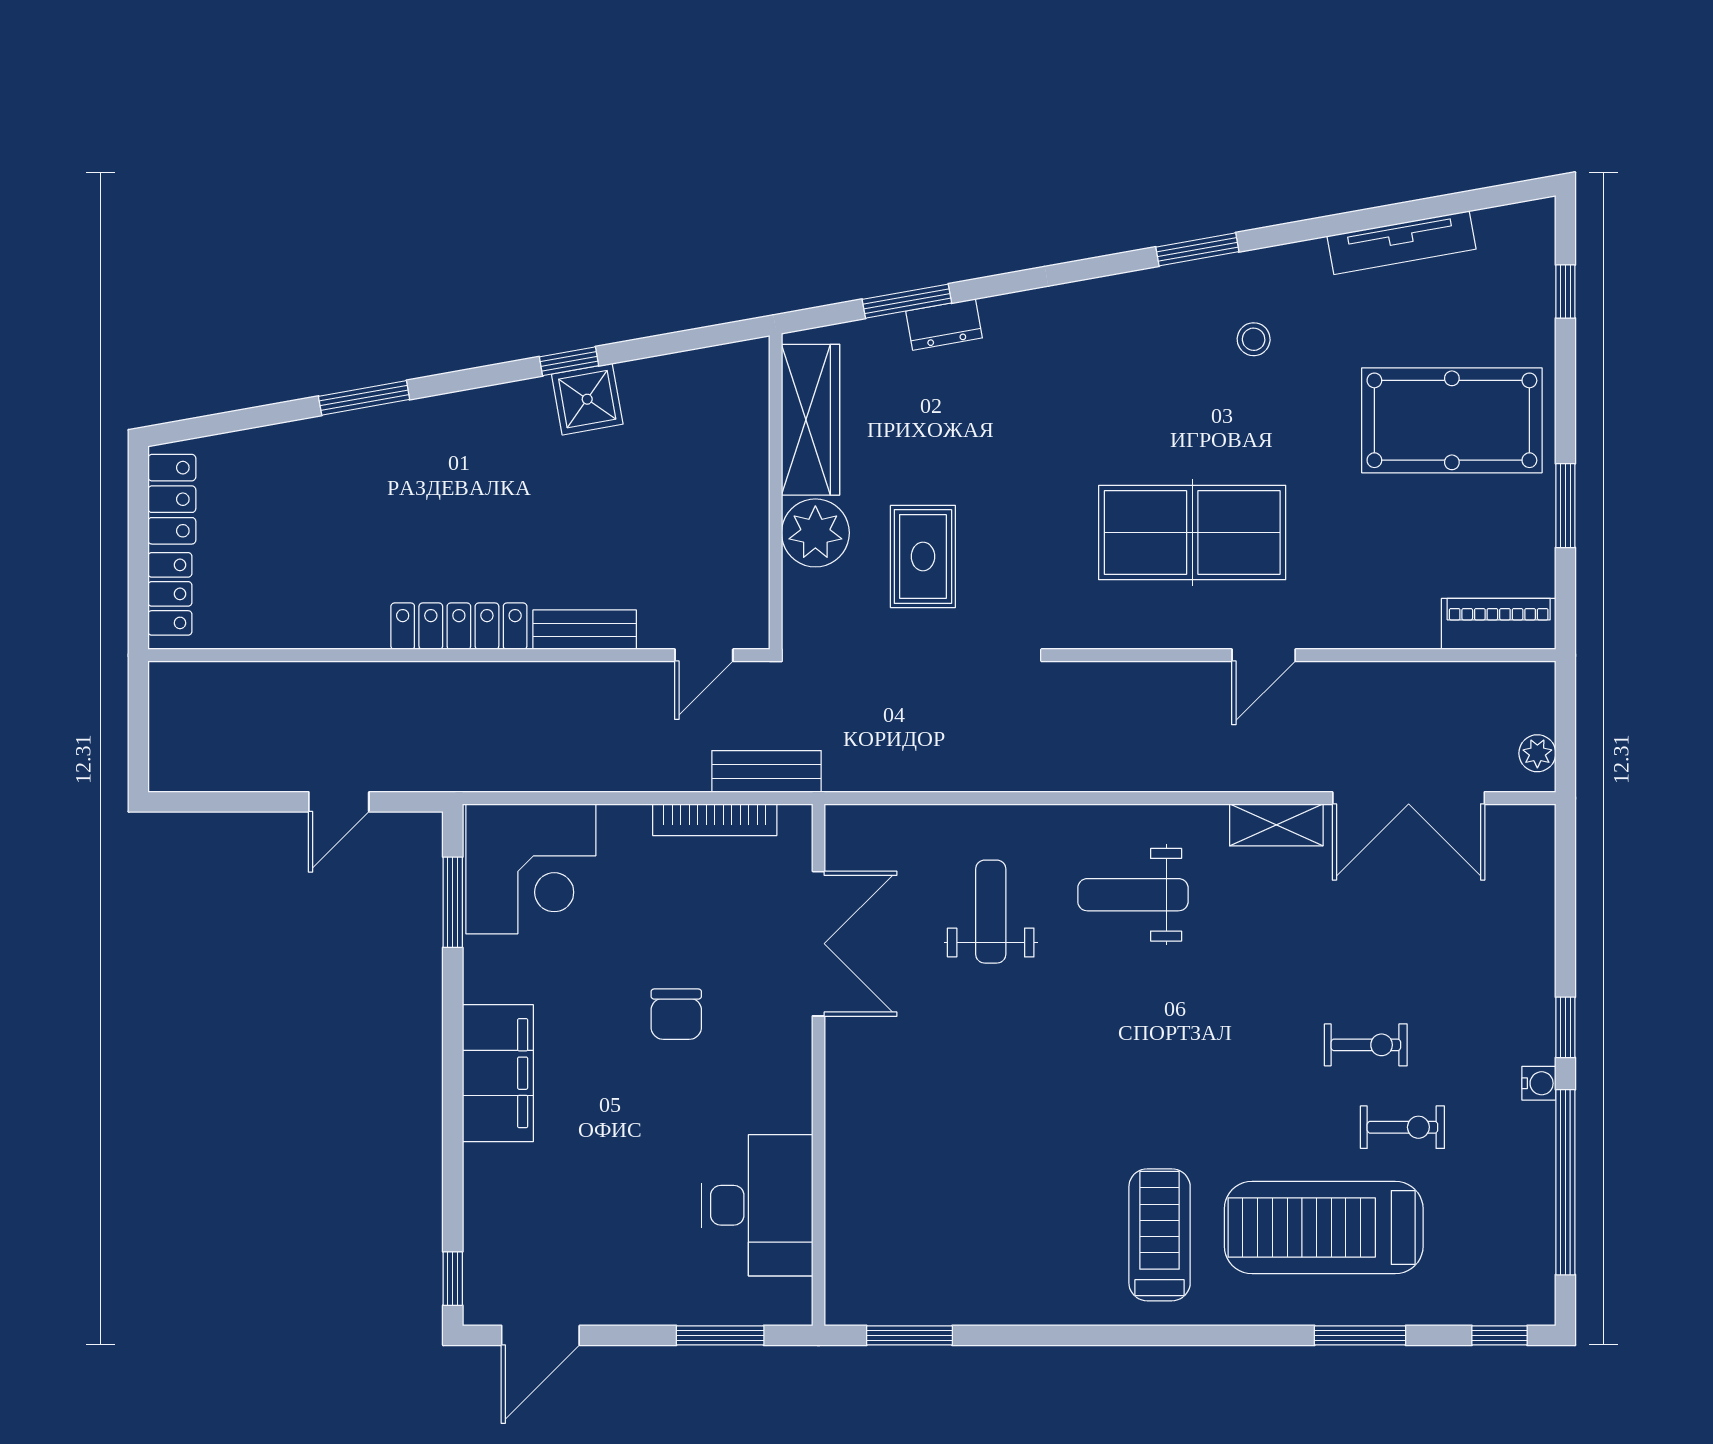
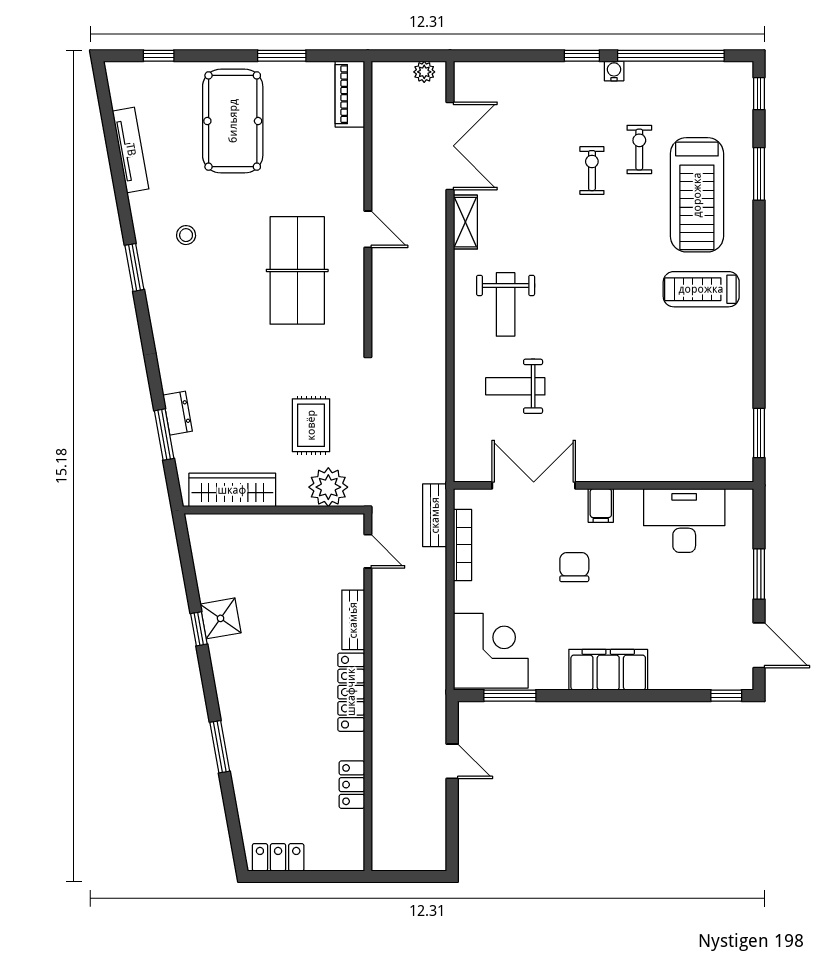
plant: (815, 533) -> (328, 487), moved
rug: (923, 556) -> (311, 425), turned 90
locker: (170, 594) -> (352, 785), moved, turned -90
chair: (676, 1014) -> (574, 567), turned -90
filing cabinet: (783, 1060) -> (601, 505), added
window: (720, 1335) -> (759, 574), moved

